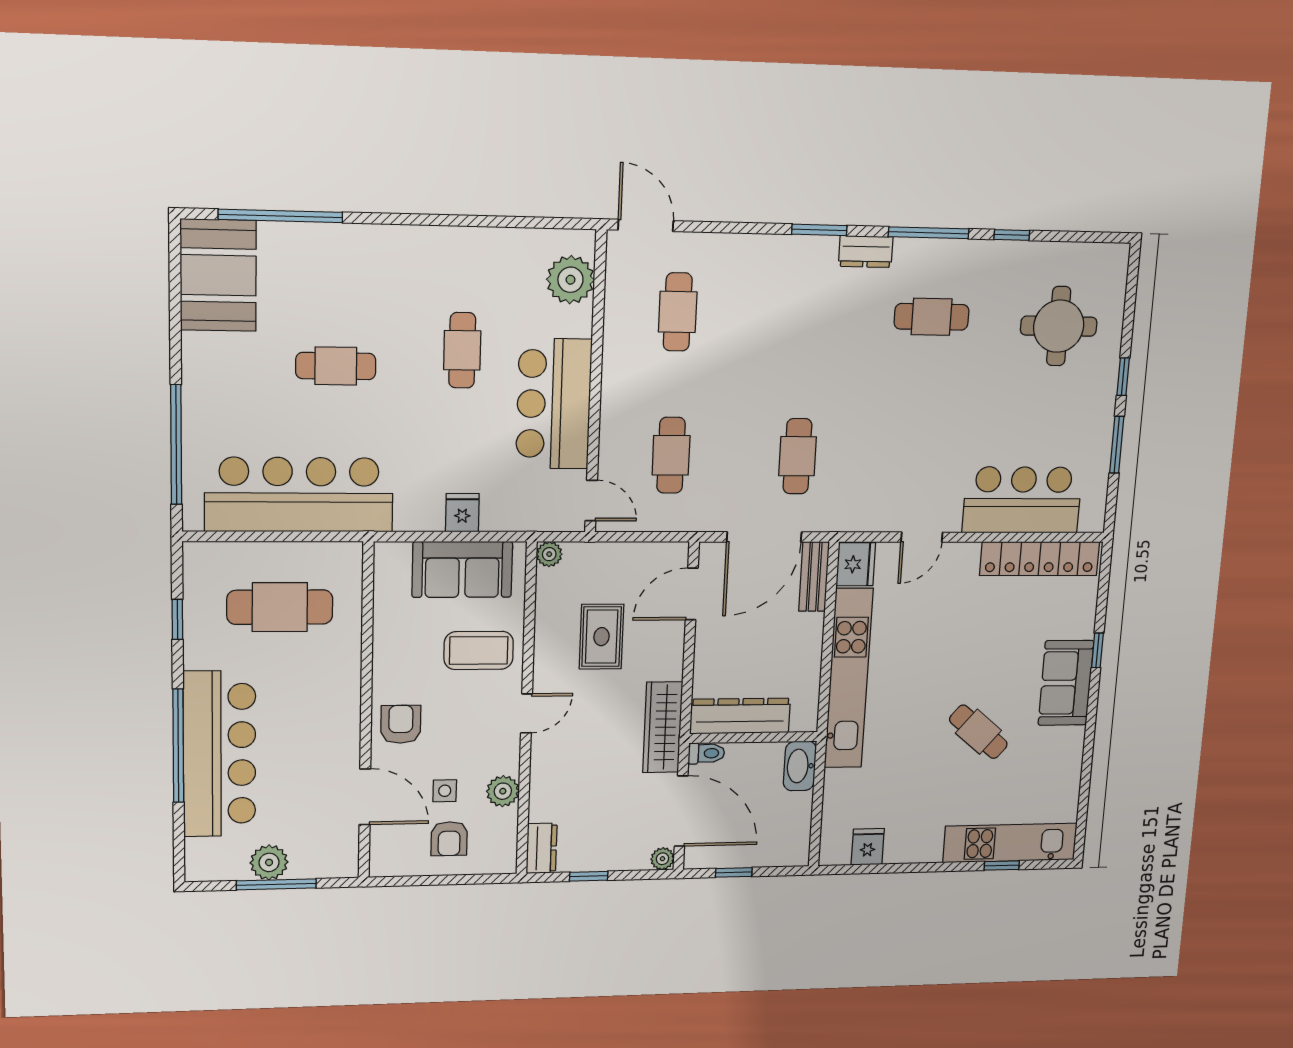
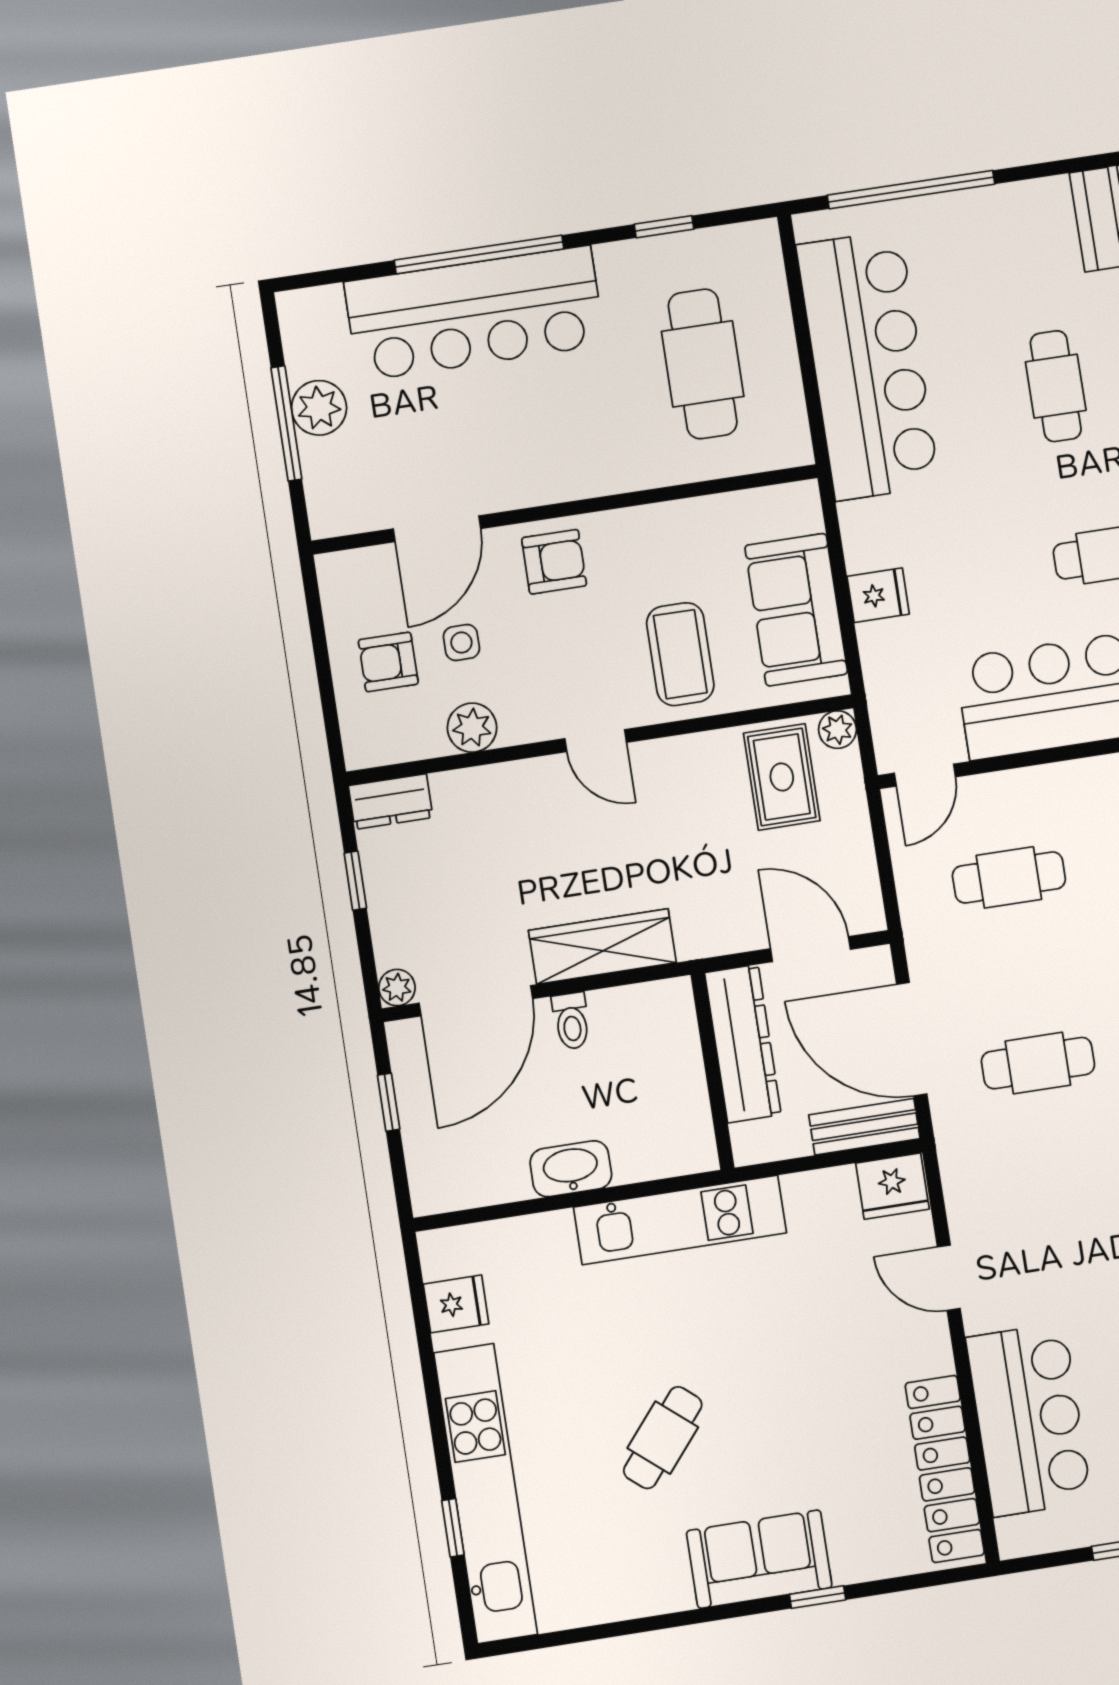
rug: (601, 637) -> (782, 777), moved, turned 90
kitchen unit: (849, 679) -> (680, 1220), width x0.73
dresser: (740, 716) -> (743, 1044), moved
wall: (754, 737) -> (712, 1071), moved
kitchen unit: (1010, 843) -> (486, 1493), width x1.36

